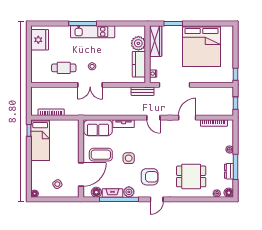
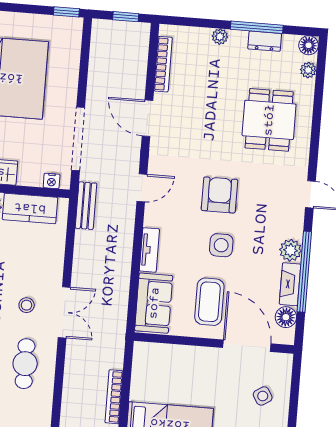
armchair: (150, 177) -> (219, 195), moved

